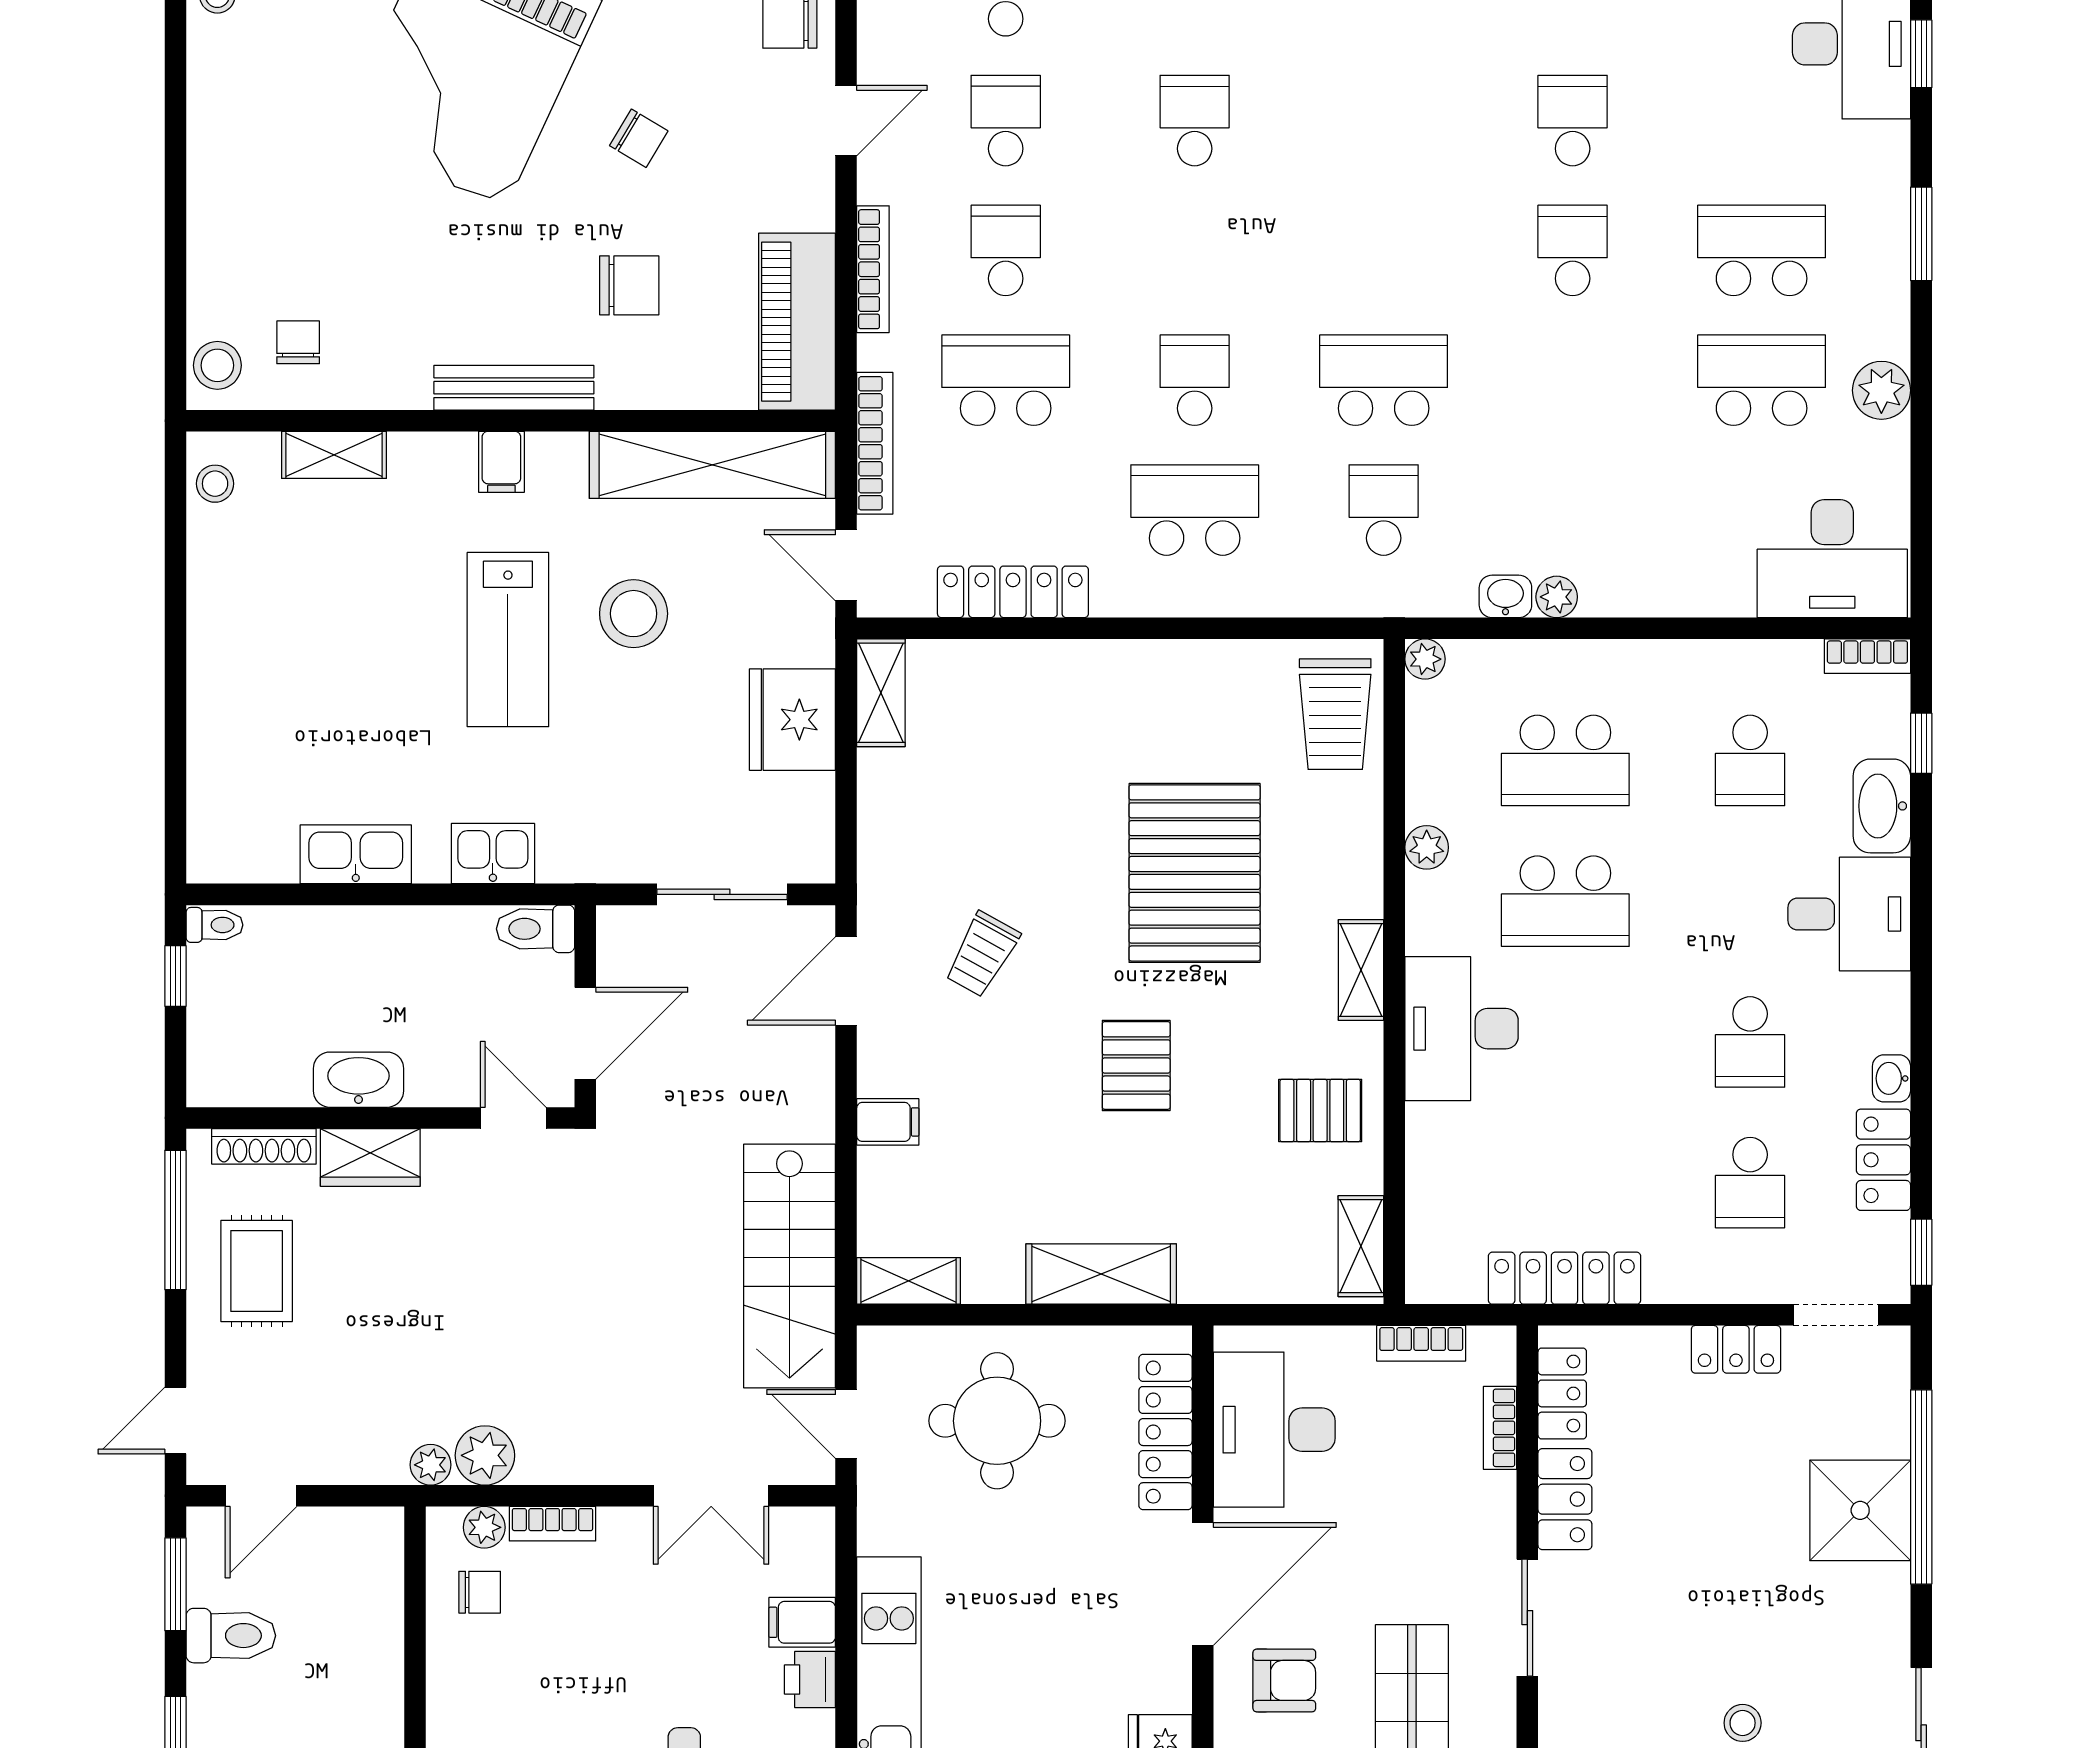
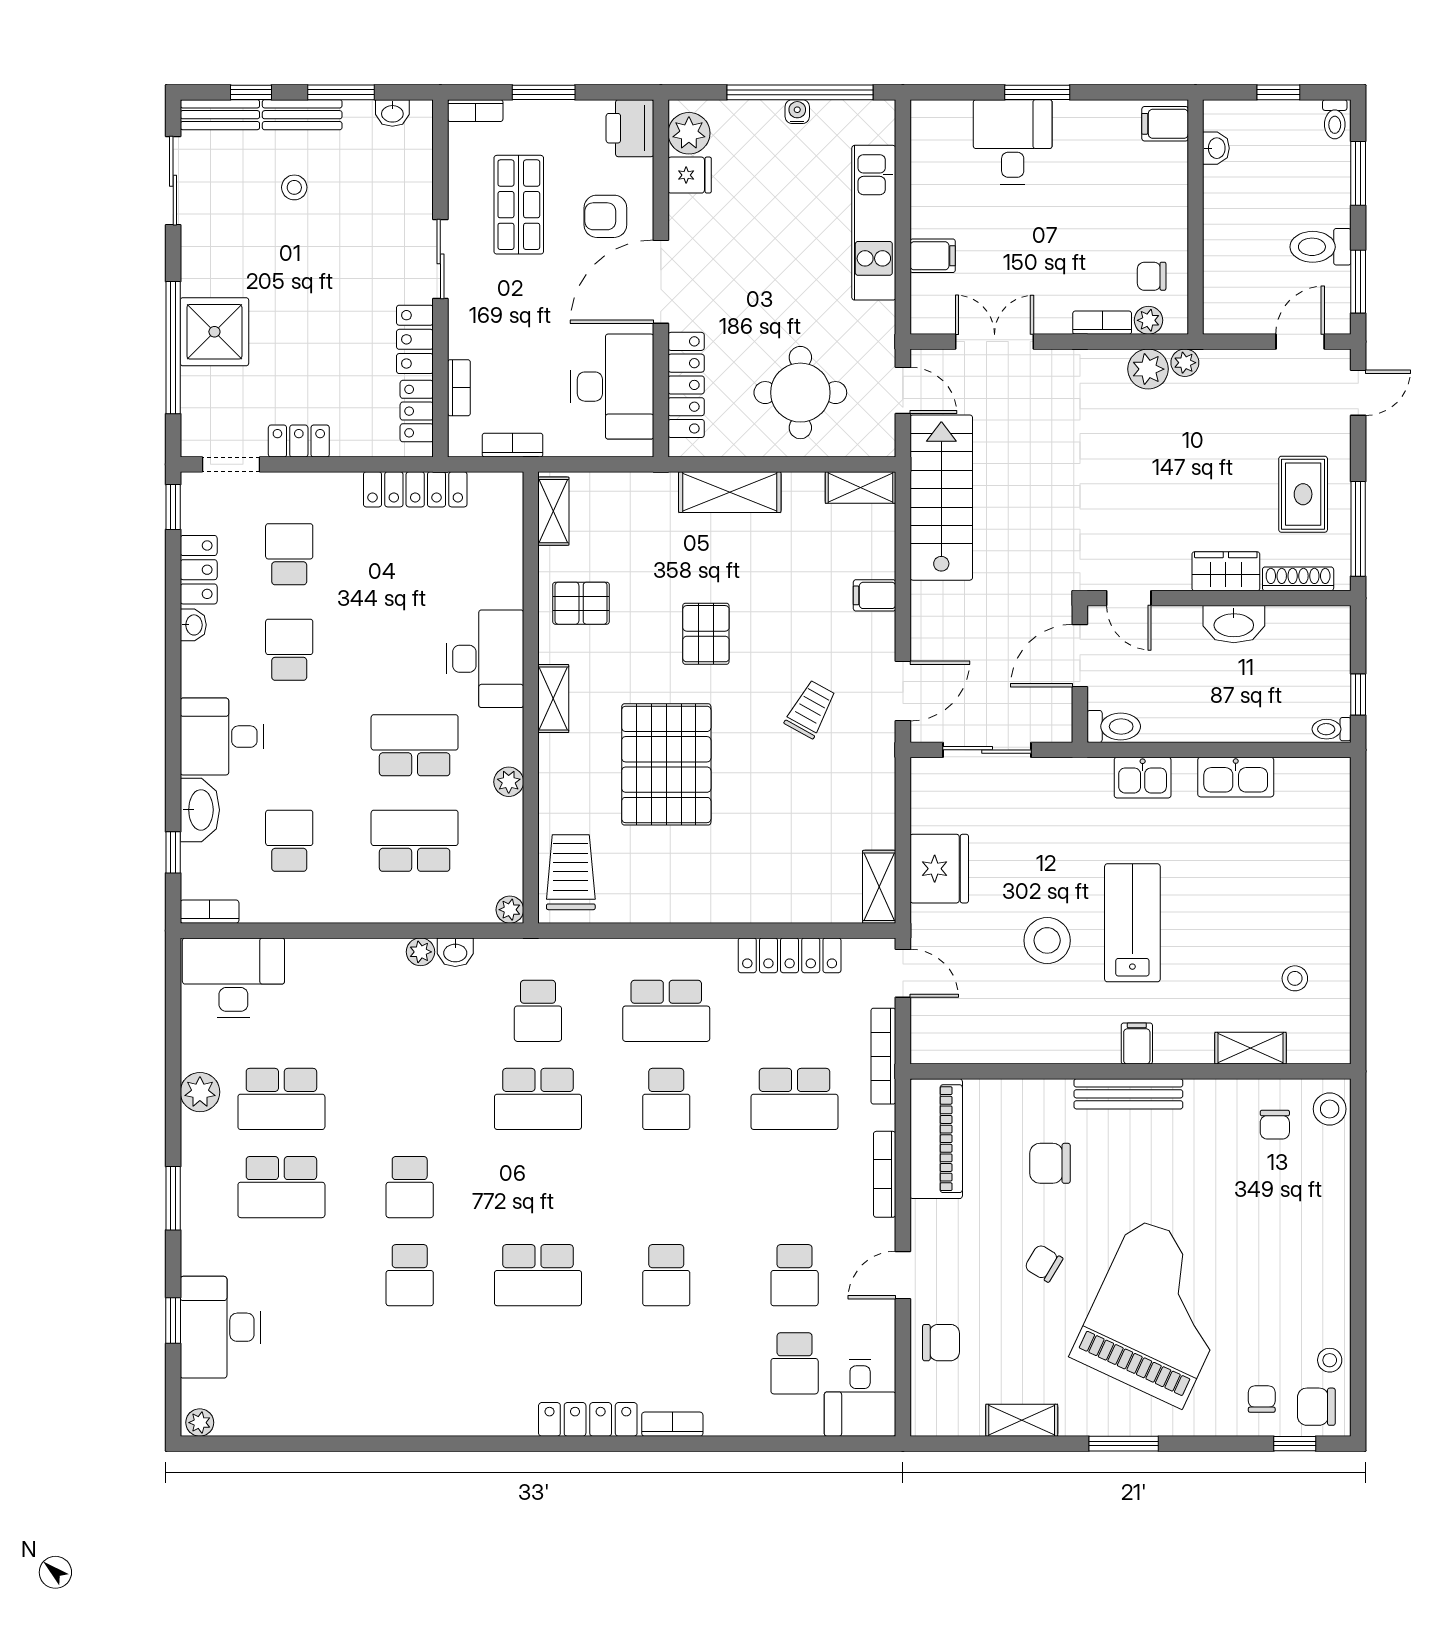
school desk: (1006, 250) -> (538, 1275), moved, width x1.85
shelving: (712, 465) -> (994, 1041), removed
stool: (215, 484) -> (1295, 978), moved
printer: (810, 1680) -> (927, 217), removed

